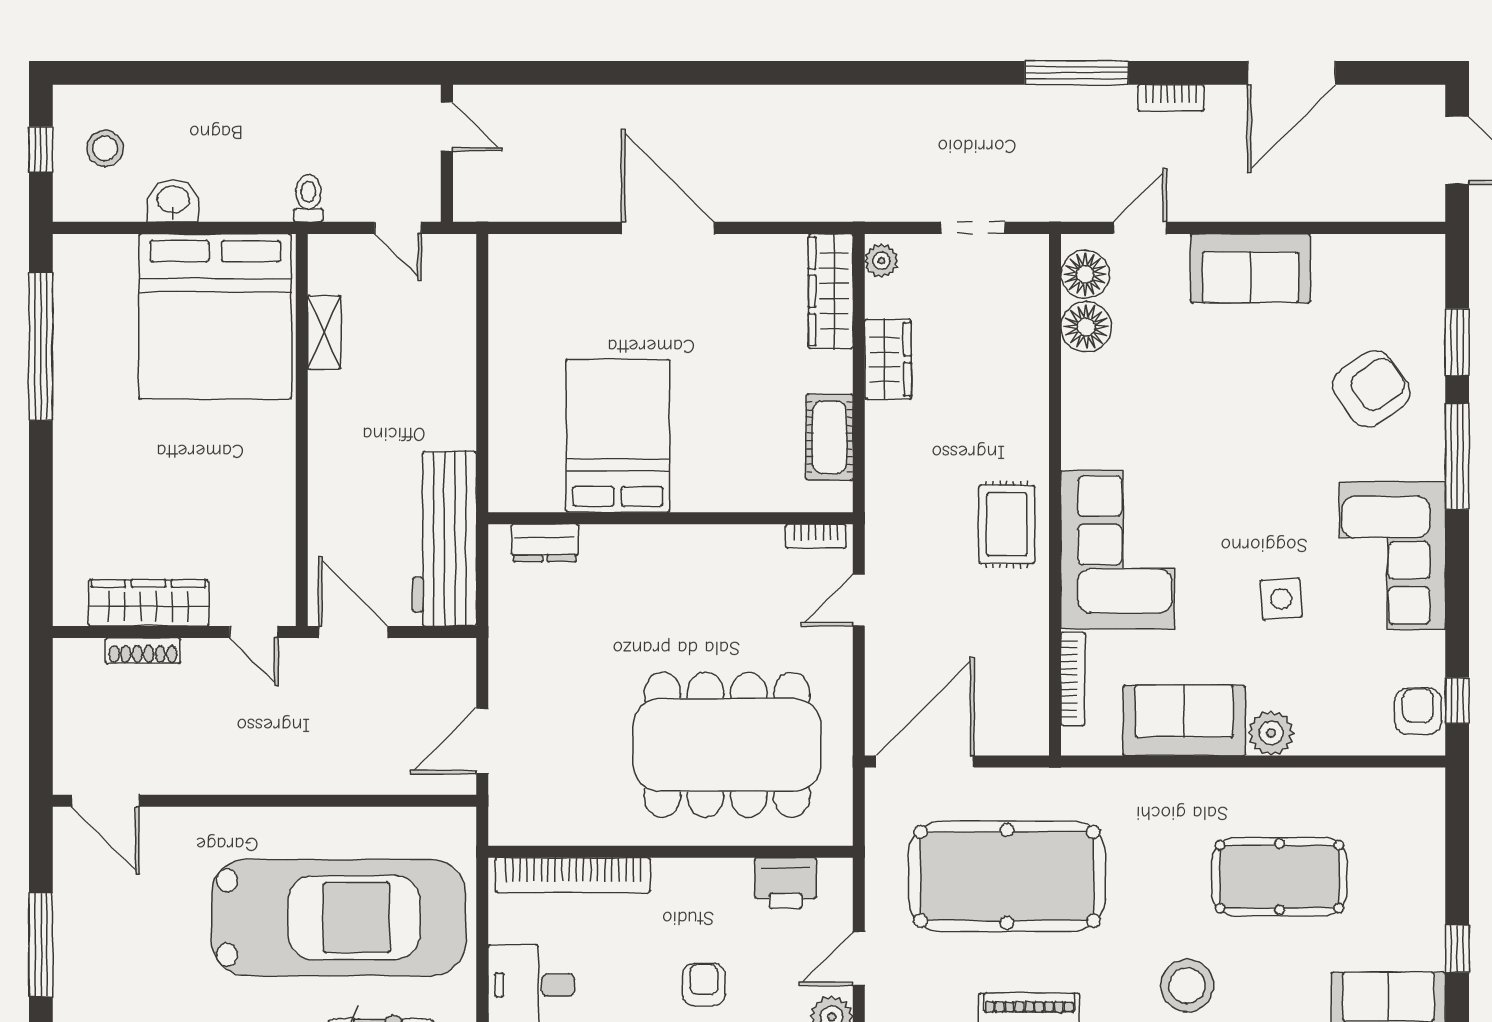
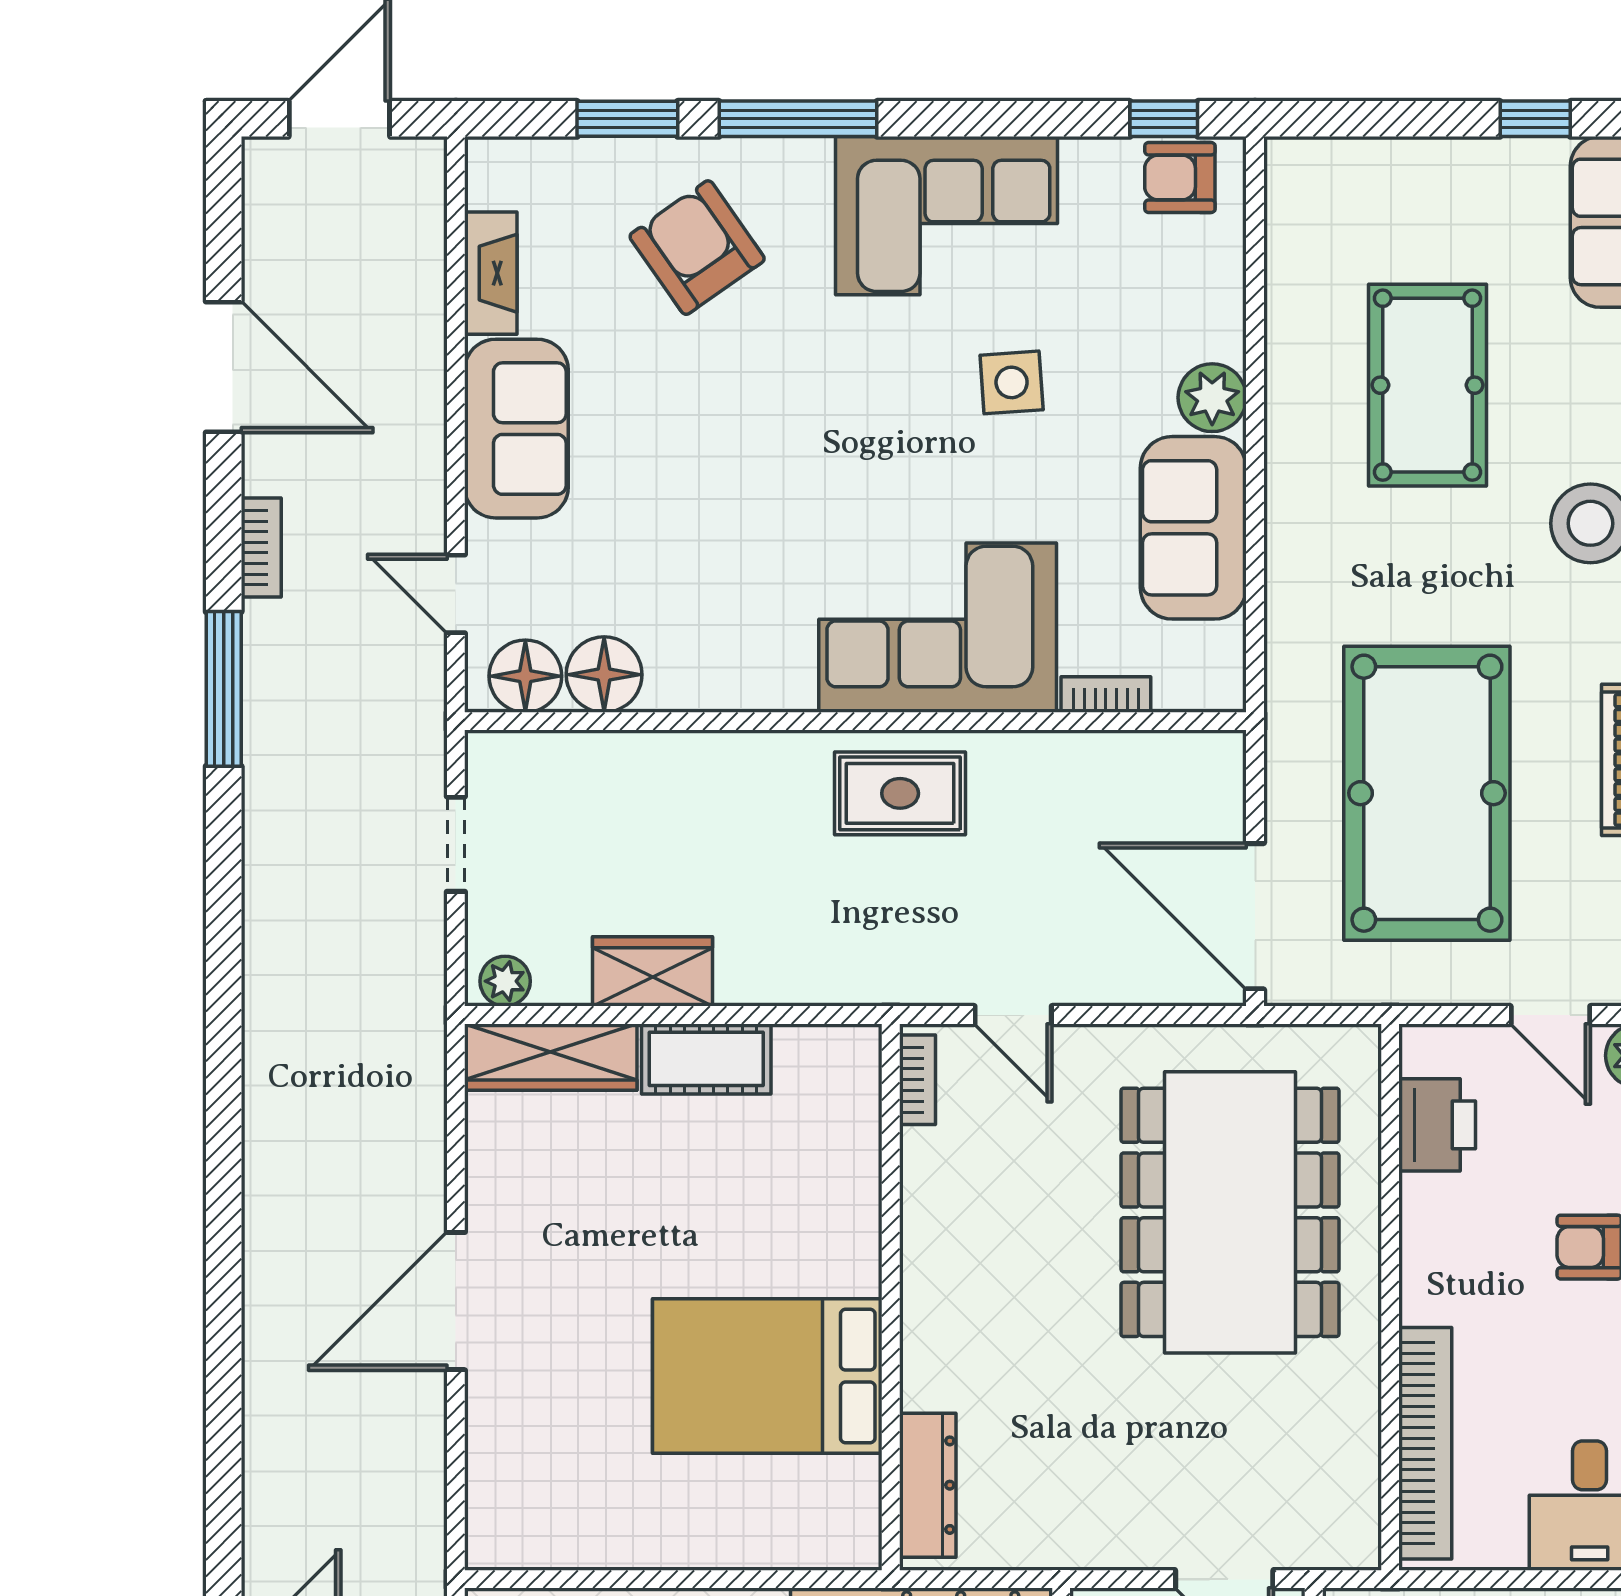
fireplace: (1354, 251) -> (491, 273), added
cot: (830, 437) -> (706, 1059), moved
dresser: (545, 543) -> (928, 1485), width x1.44
bookcase: (1073, 679) -> (1106, 694), width x0.64

